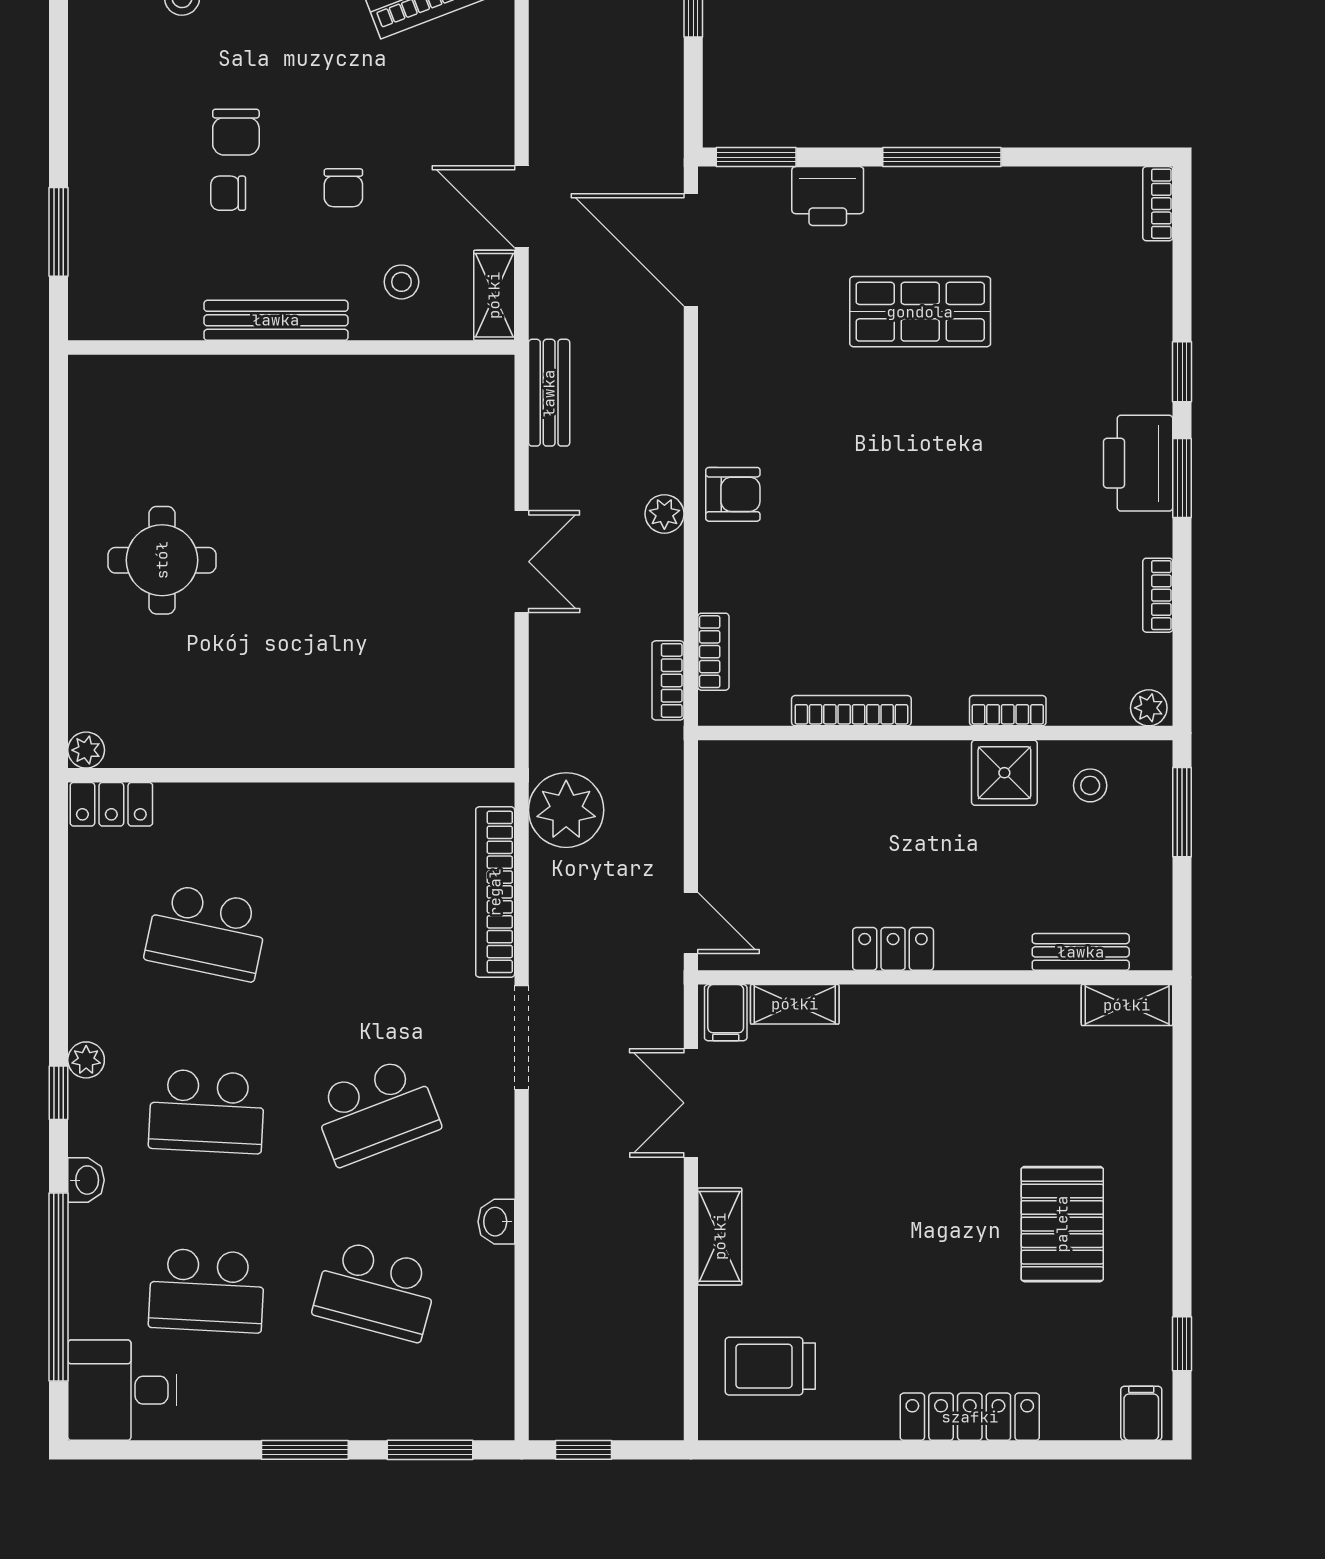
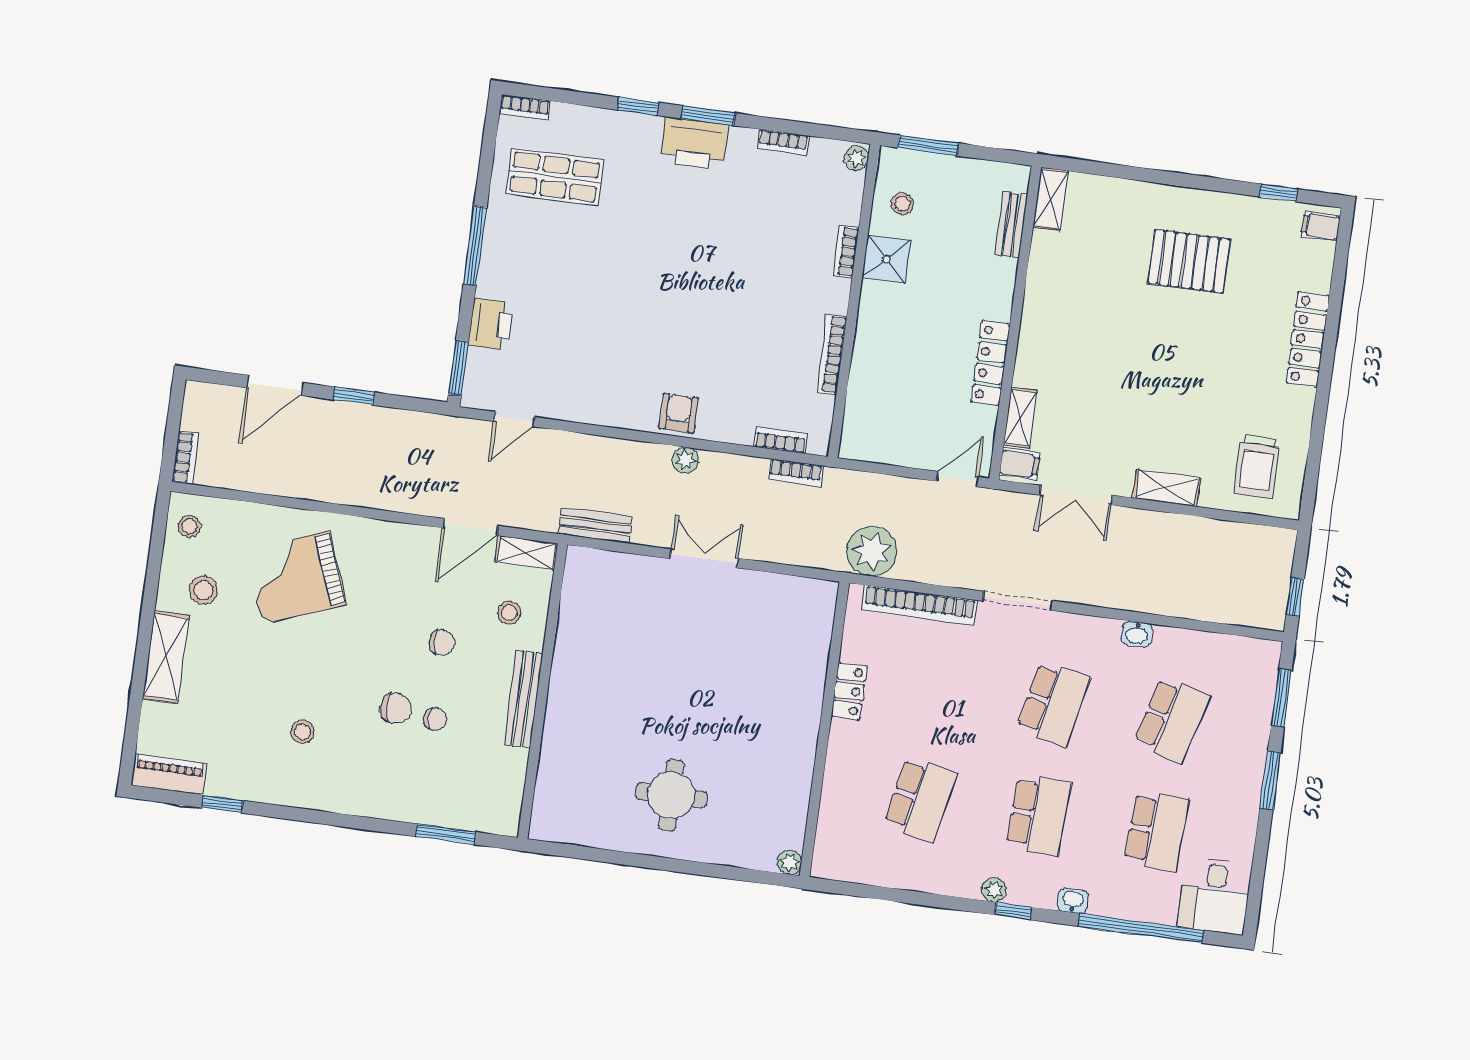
chair: (228, 193) -> (435, 719), turned -90
door: (691, 250) -> (514, 419), width x0.53
shop shelf: (920, 312) -> (555, 177), moved, turned 90
locker: (111, 804) -> (849, 691), moved
locker: (893, 949) -> (991, 363), width x1.53
school desk: (376, 1111) -> (1054, 704), turned 33

